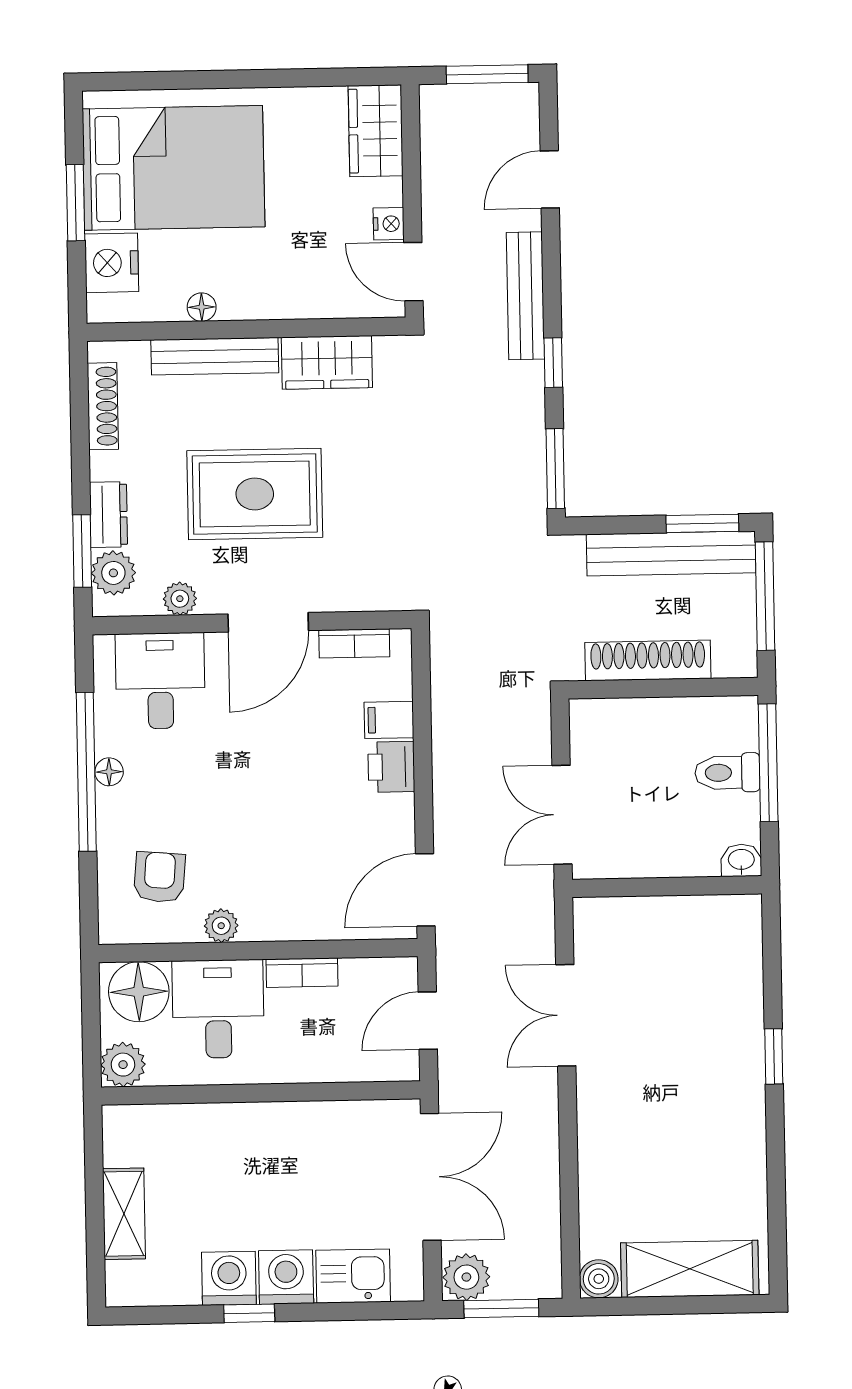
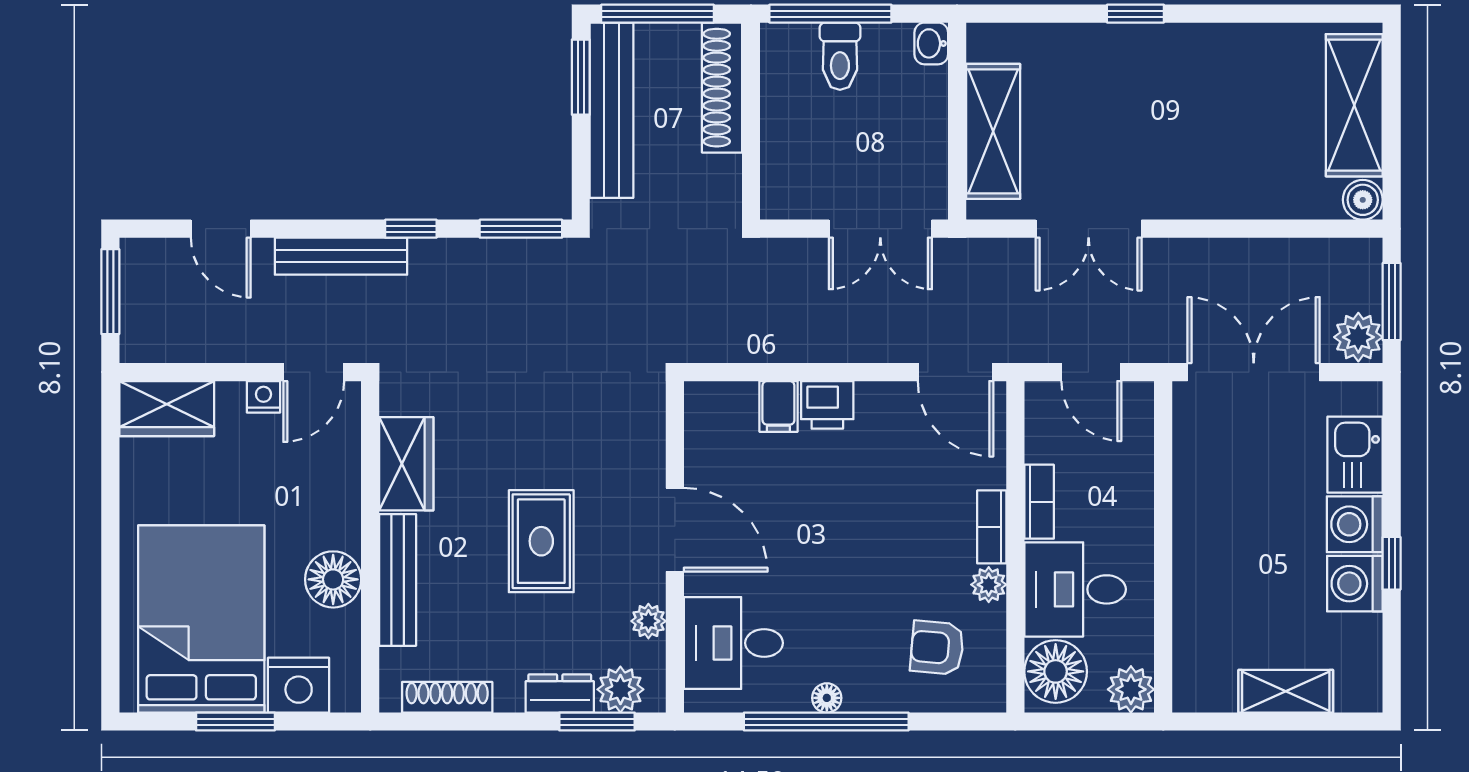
floor lamp: (202, 307) -> (333, 579), width x1.89, depth x1.89
rug: (255, 494) -> (541, 541), width x0.73, depth x0.70
bookcase: (354, 643) -> (992, 527), moved, turned 180
shoe rack: (648, 660) -> (722, 88), moved
shelving: (658, 921) -> (993, 131), added

